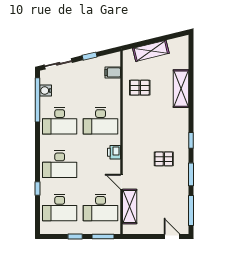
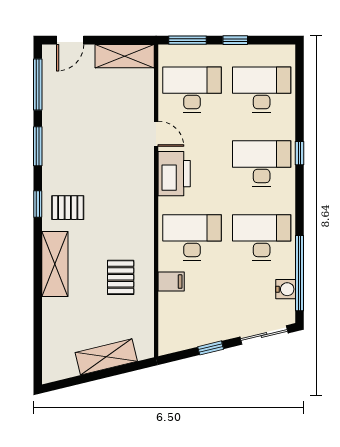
filing cabinet: (113, 72) -> (171, 282), moved
pallet: (140, 88) -> (121, 277), moved, turned 90
shelving: (181, 89) -> (55, 264), moved
printer: (114, 152) -> (174, 174), width x1.87, depth x1.48
pallet: (164, 159) -> (68, 208), moved
window: (37, 189) -> (300, 153), moved
shelving: (130, 207) -> (125, 56), moved, turned 90
door: (172, 237) -> (70, 40), hinge flipped

